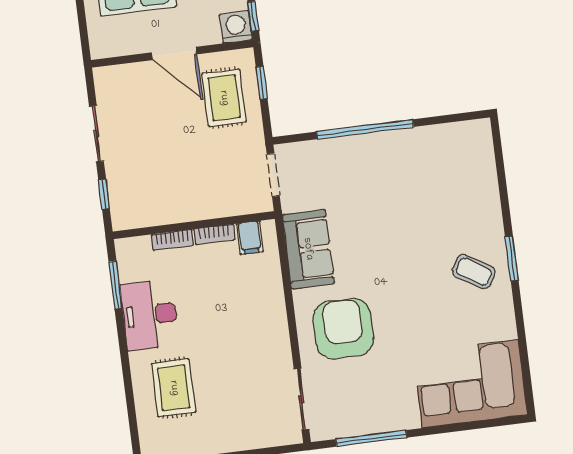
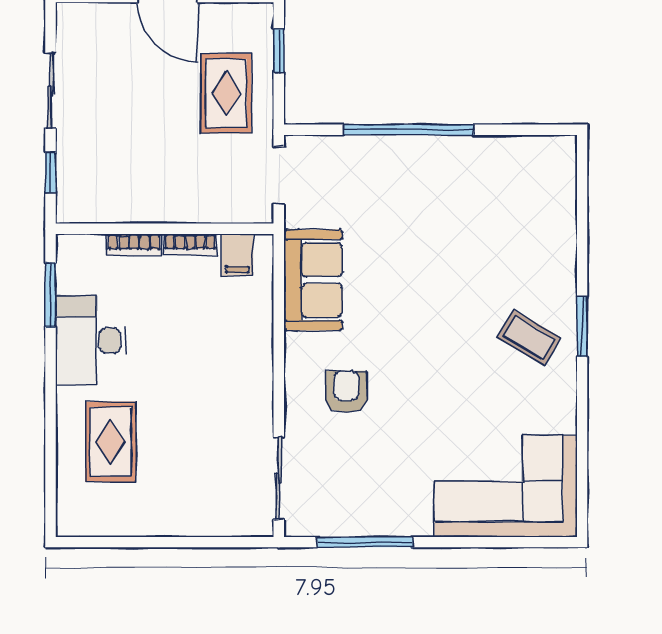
rug: (224, 98) -> (226, 93), moved
armchair: (343, 329) -> (346, 392), width x0.53, depth x0.53

